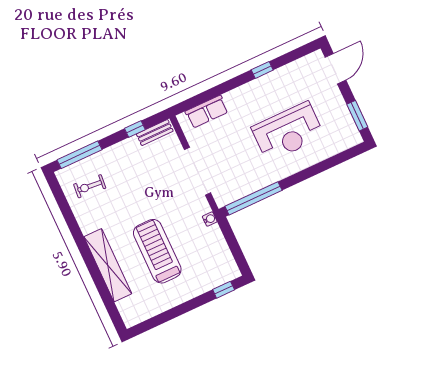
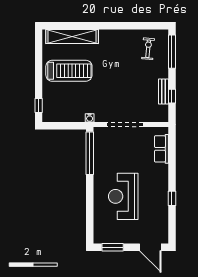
bench: (155, 133) -> (164, 92), moved
treadmill: (157, 251) -> (69, 71), moved
shelving: (108, 265) -> (72, 36), moved

